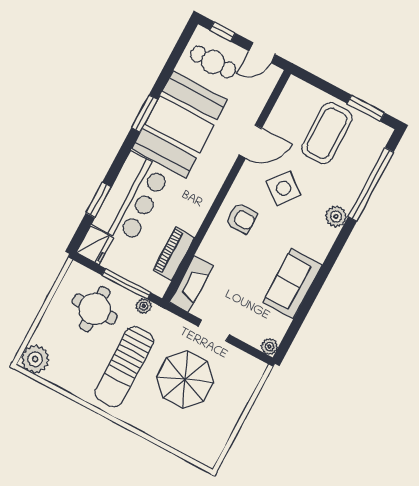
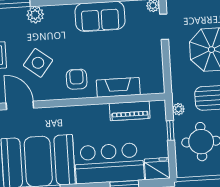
window: (126, 284) -> (170, 130), width x0.46
fireplace: (191, 284) -> (118, 87), moved
doorway: (214, 331) -> (164, 27), moved

